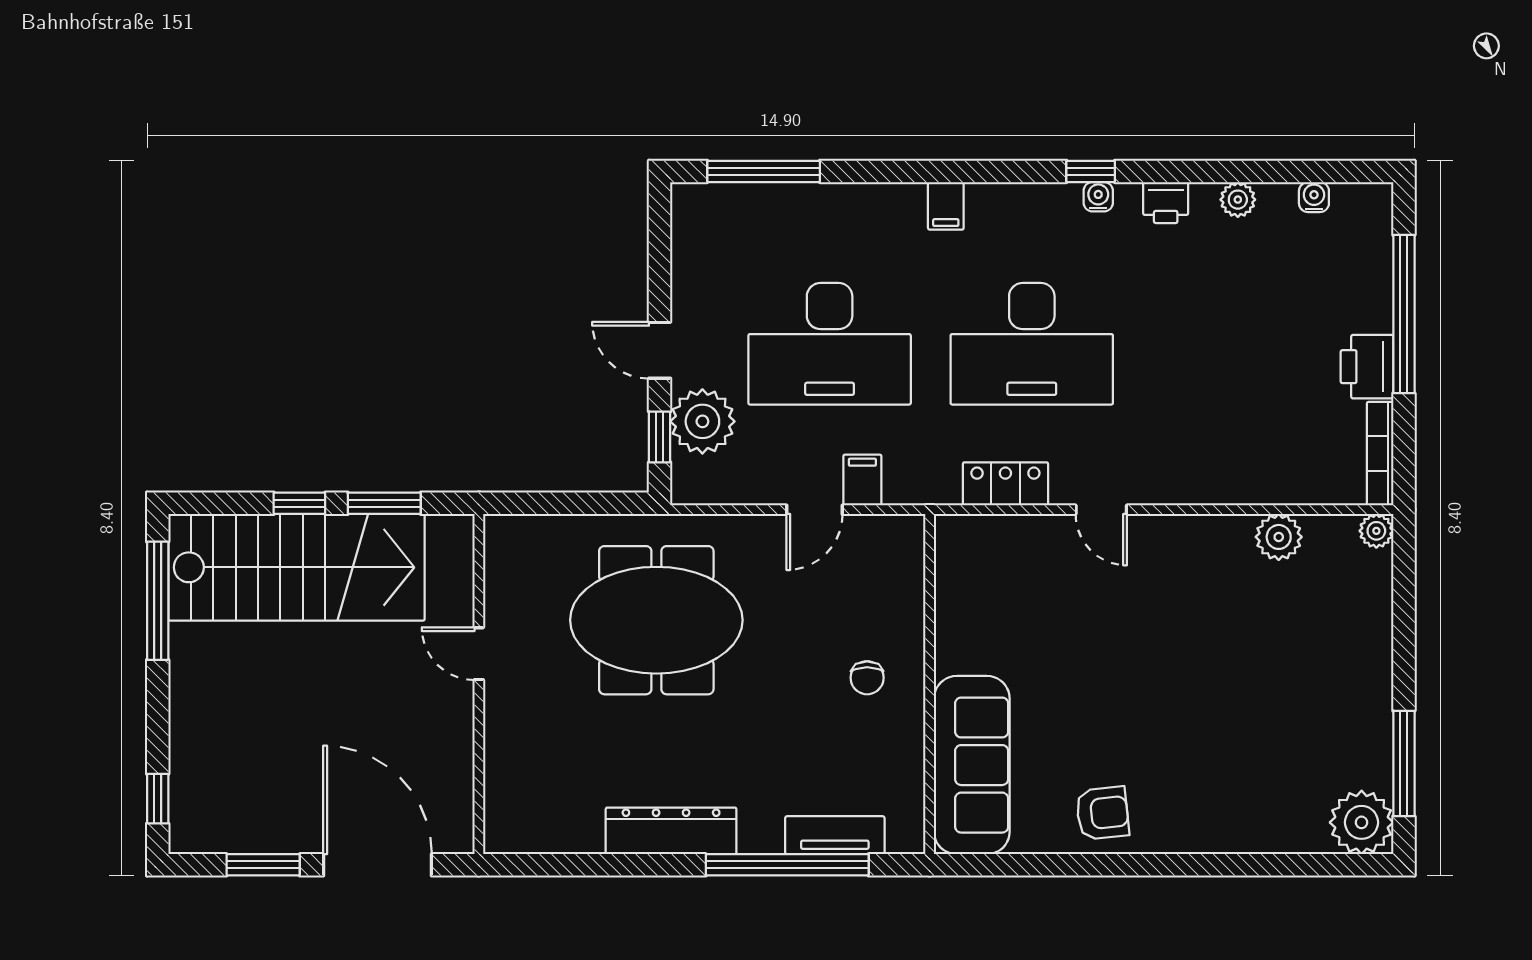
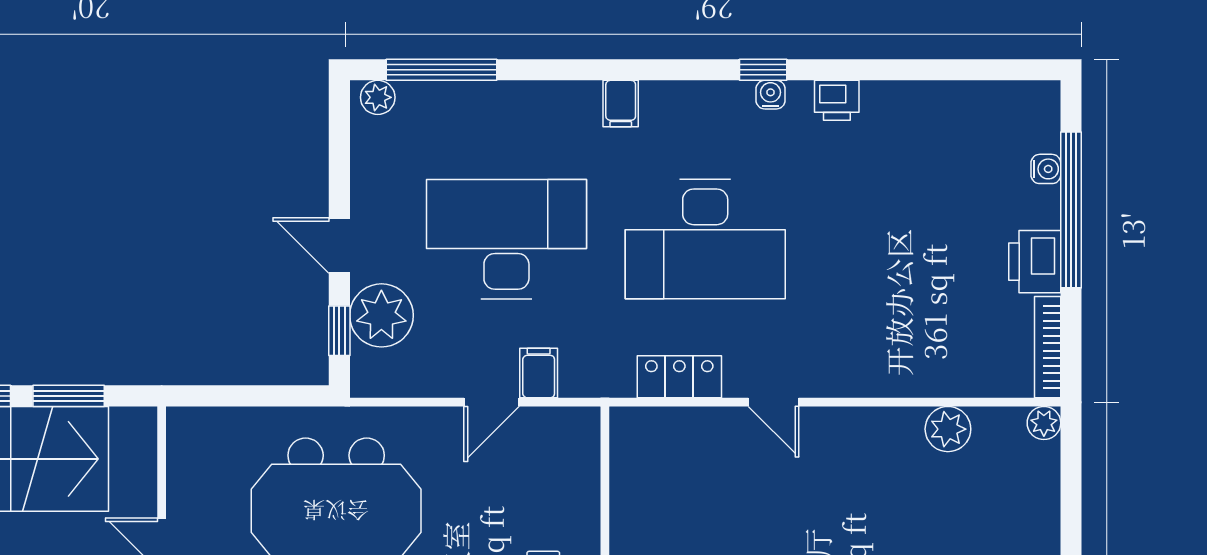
water cooler: (1314, 197) -> (1046, 169), moved, turned 90
plant: (1238, 200) -> (378, 97), moved
desk: (830, 344) -> (506, 239), turned 180

